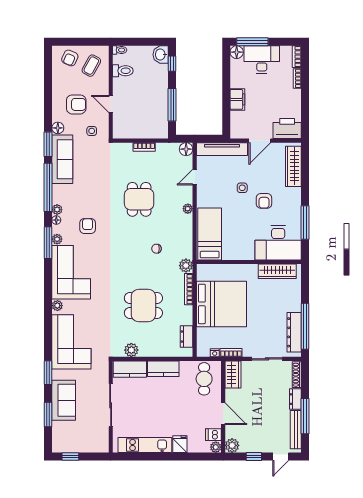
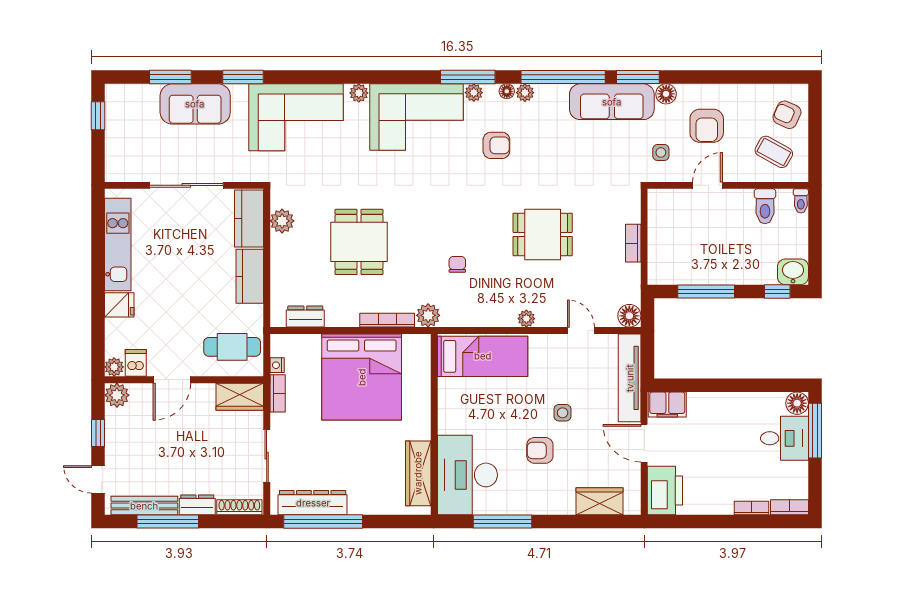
desk: (262, 59) -> (784, 438), width x0.73
filing cabinet: (237, 99) -> (667, 405), moved
wardrobe: (293, 166) -> (600, 501), width x0.67

